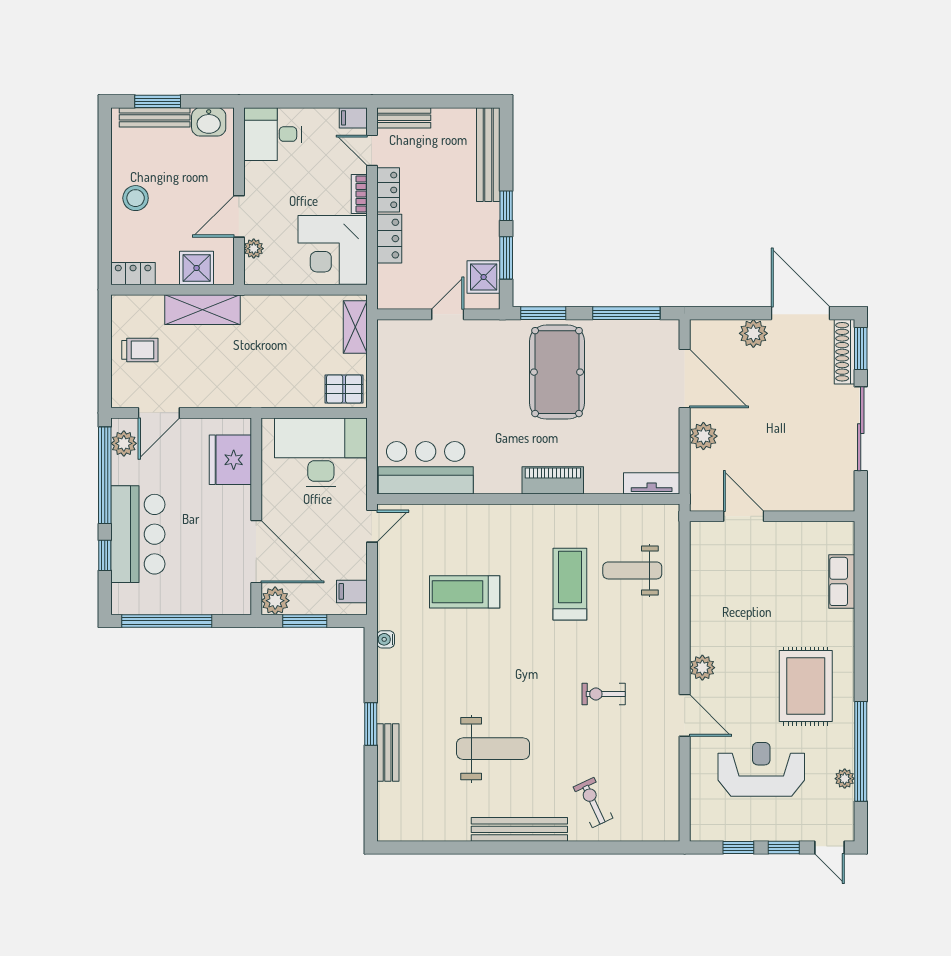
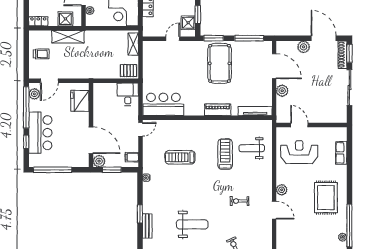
desk: (321, 452) -> (128, 94), width x0.53, depth x0.77
tv unit: (652, 483) -> (255, 111), width x1.41
reception desk: (761, 769) -> (299, 152), moved

